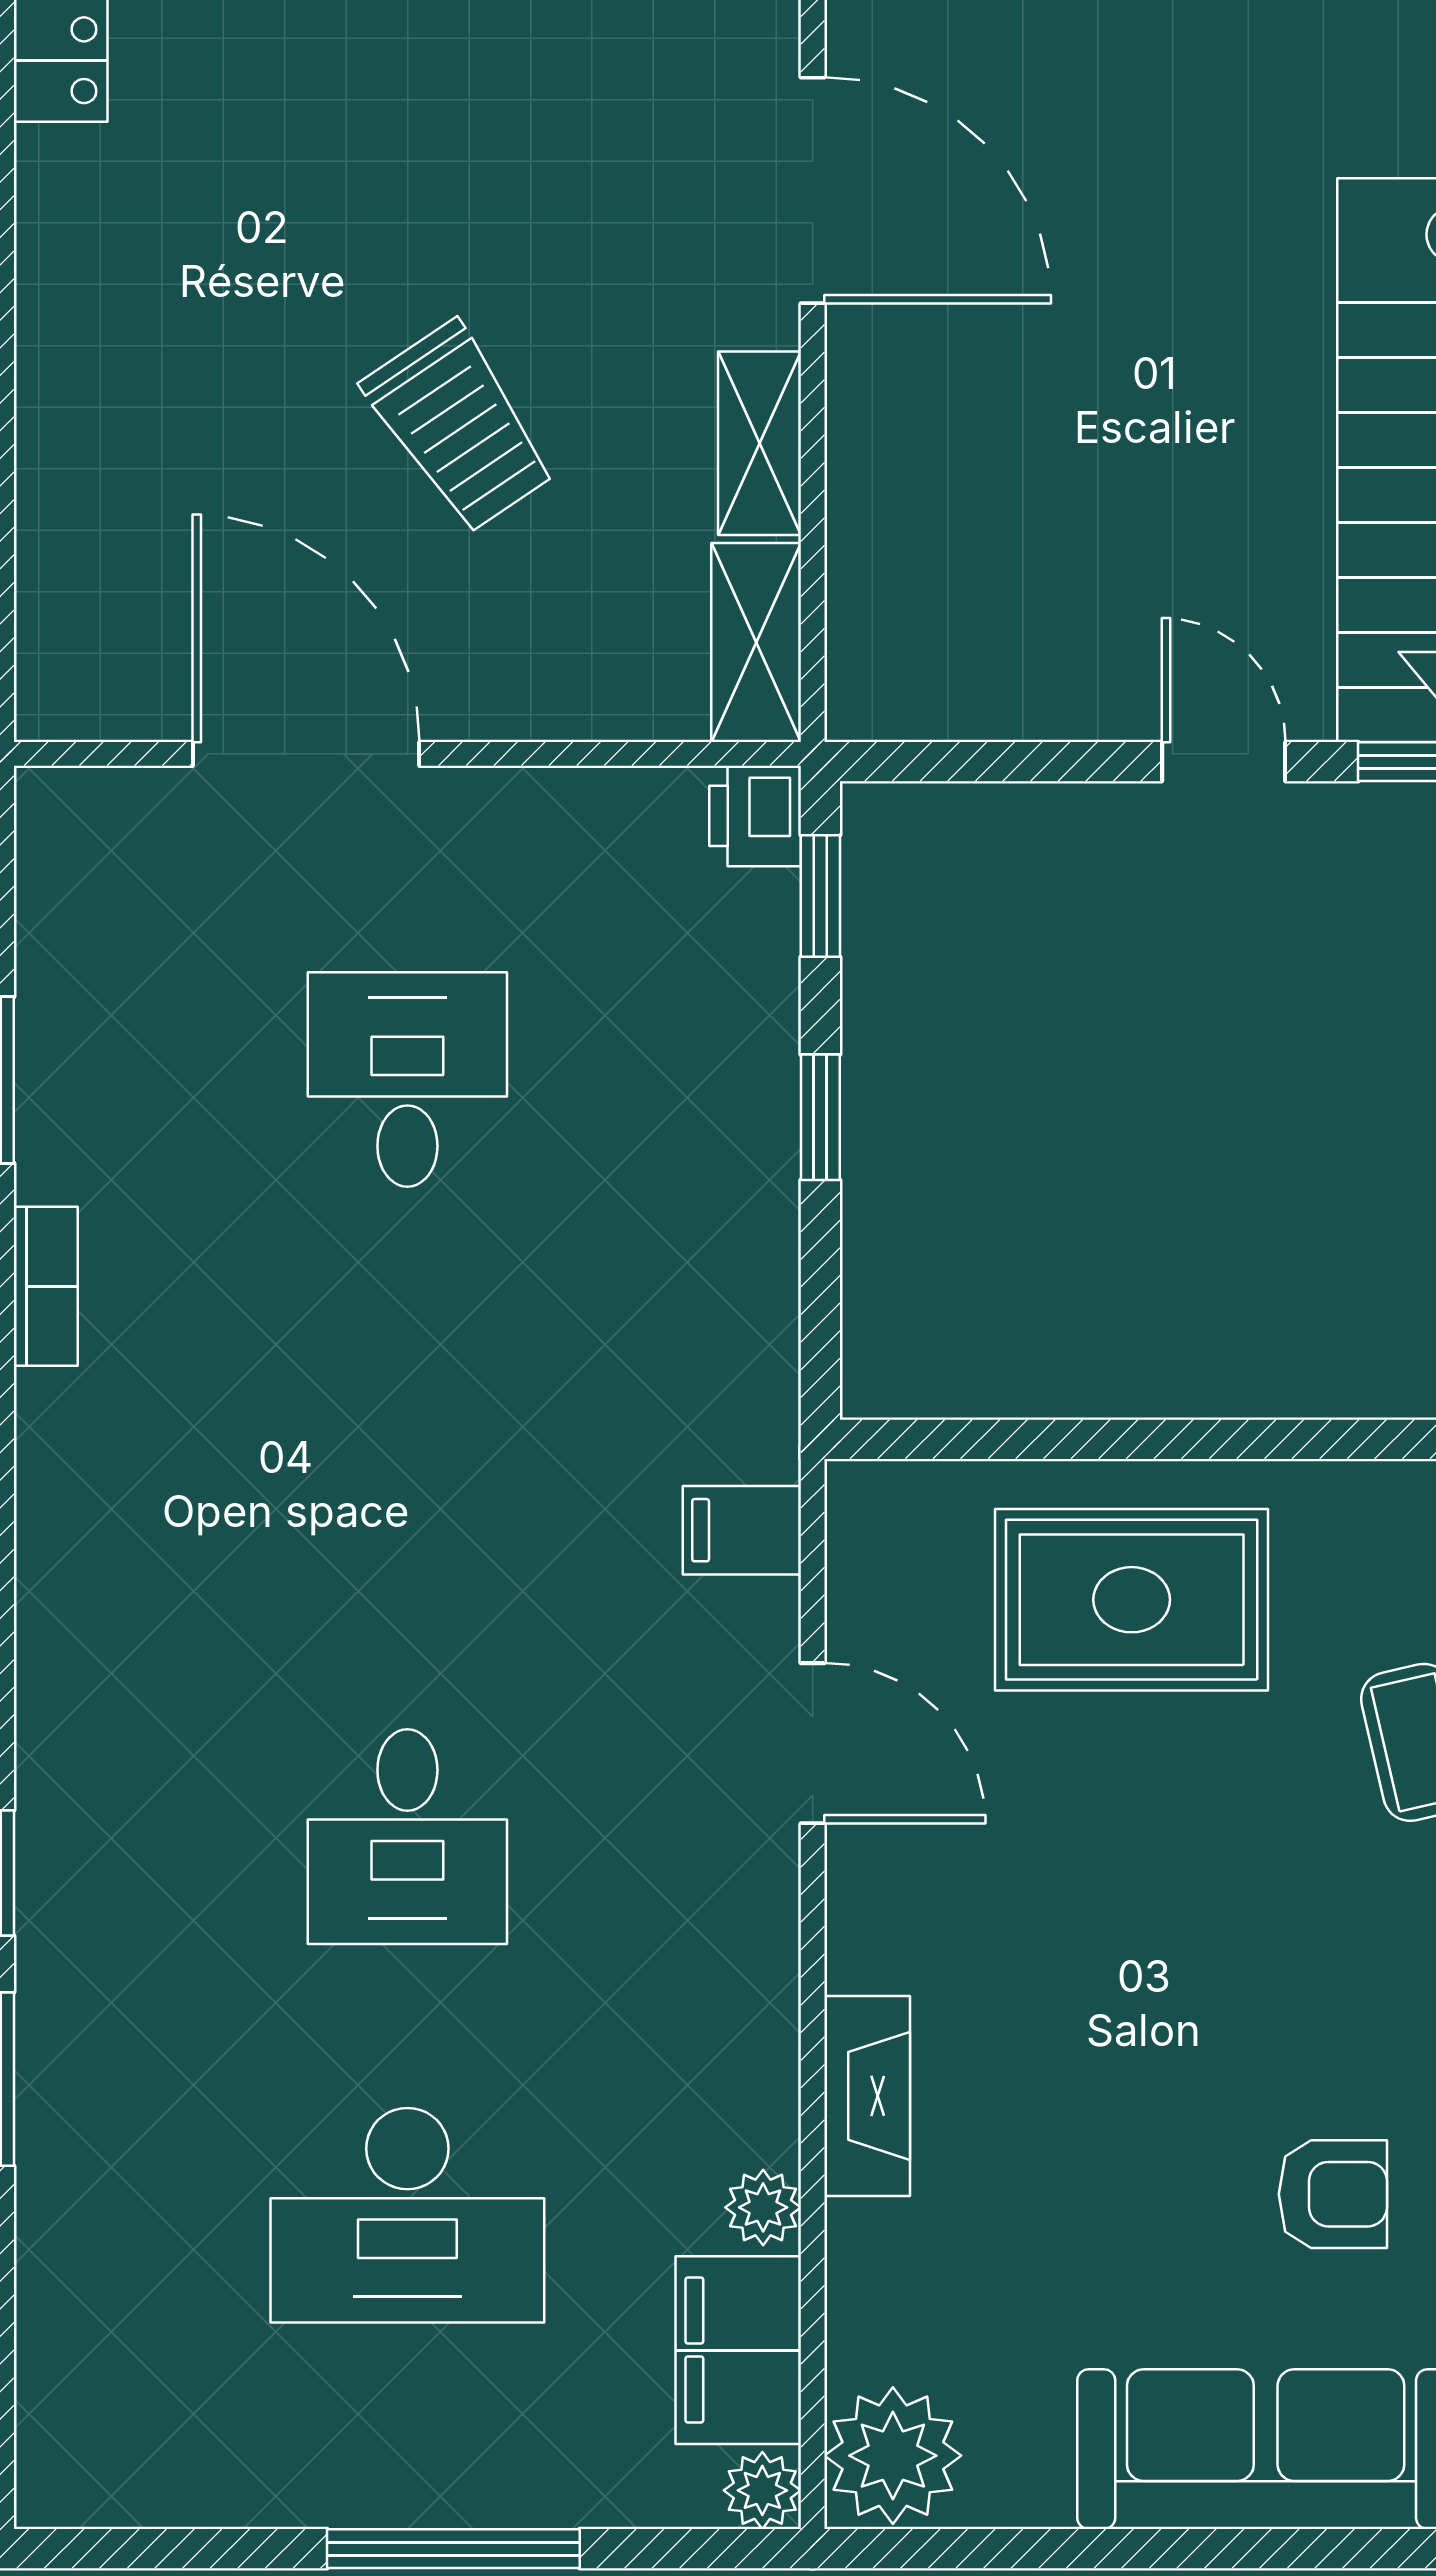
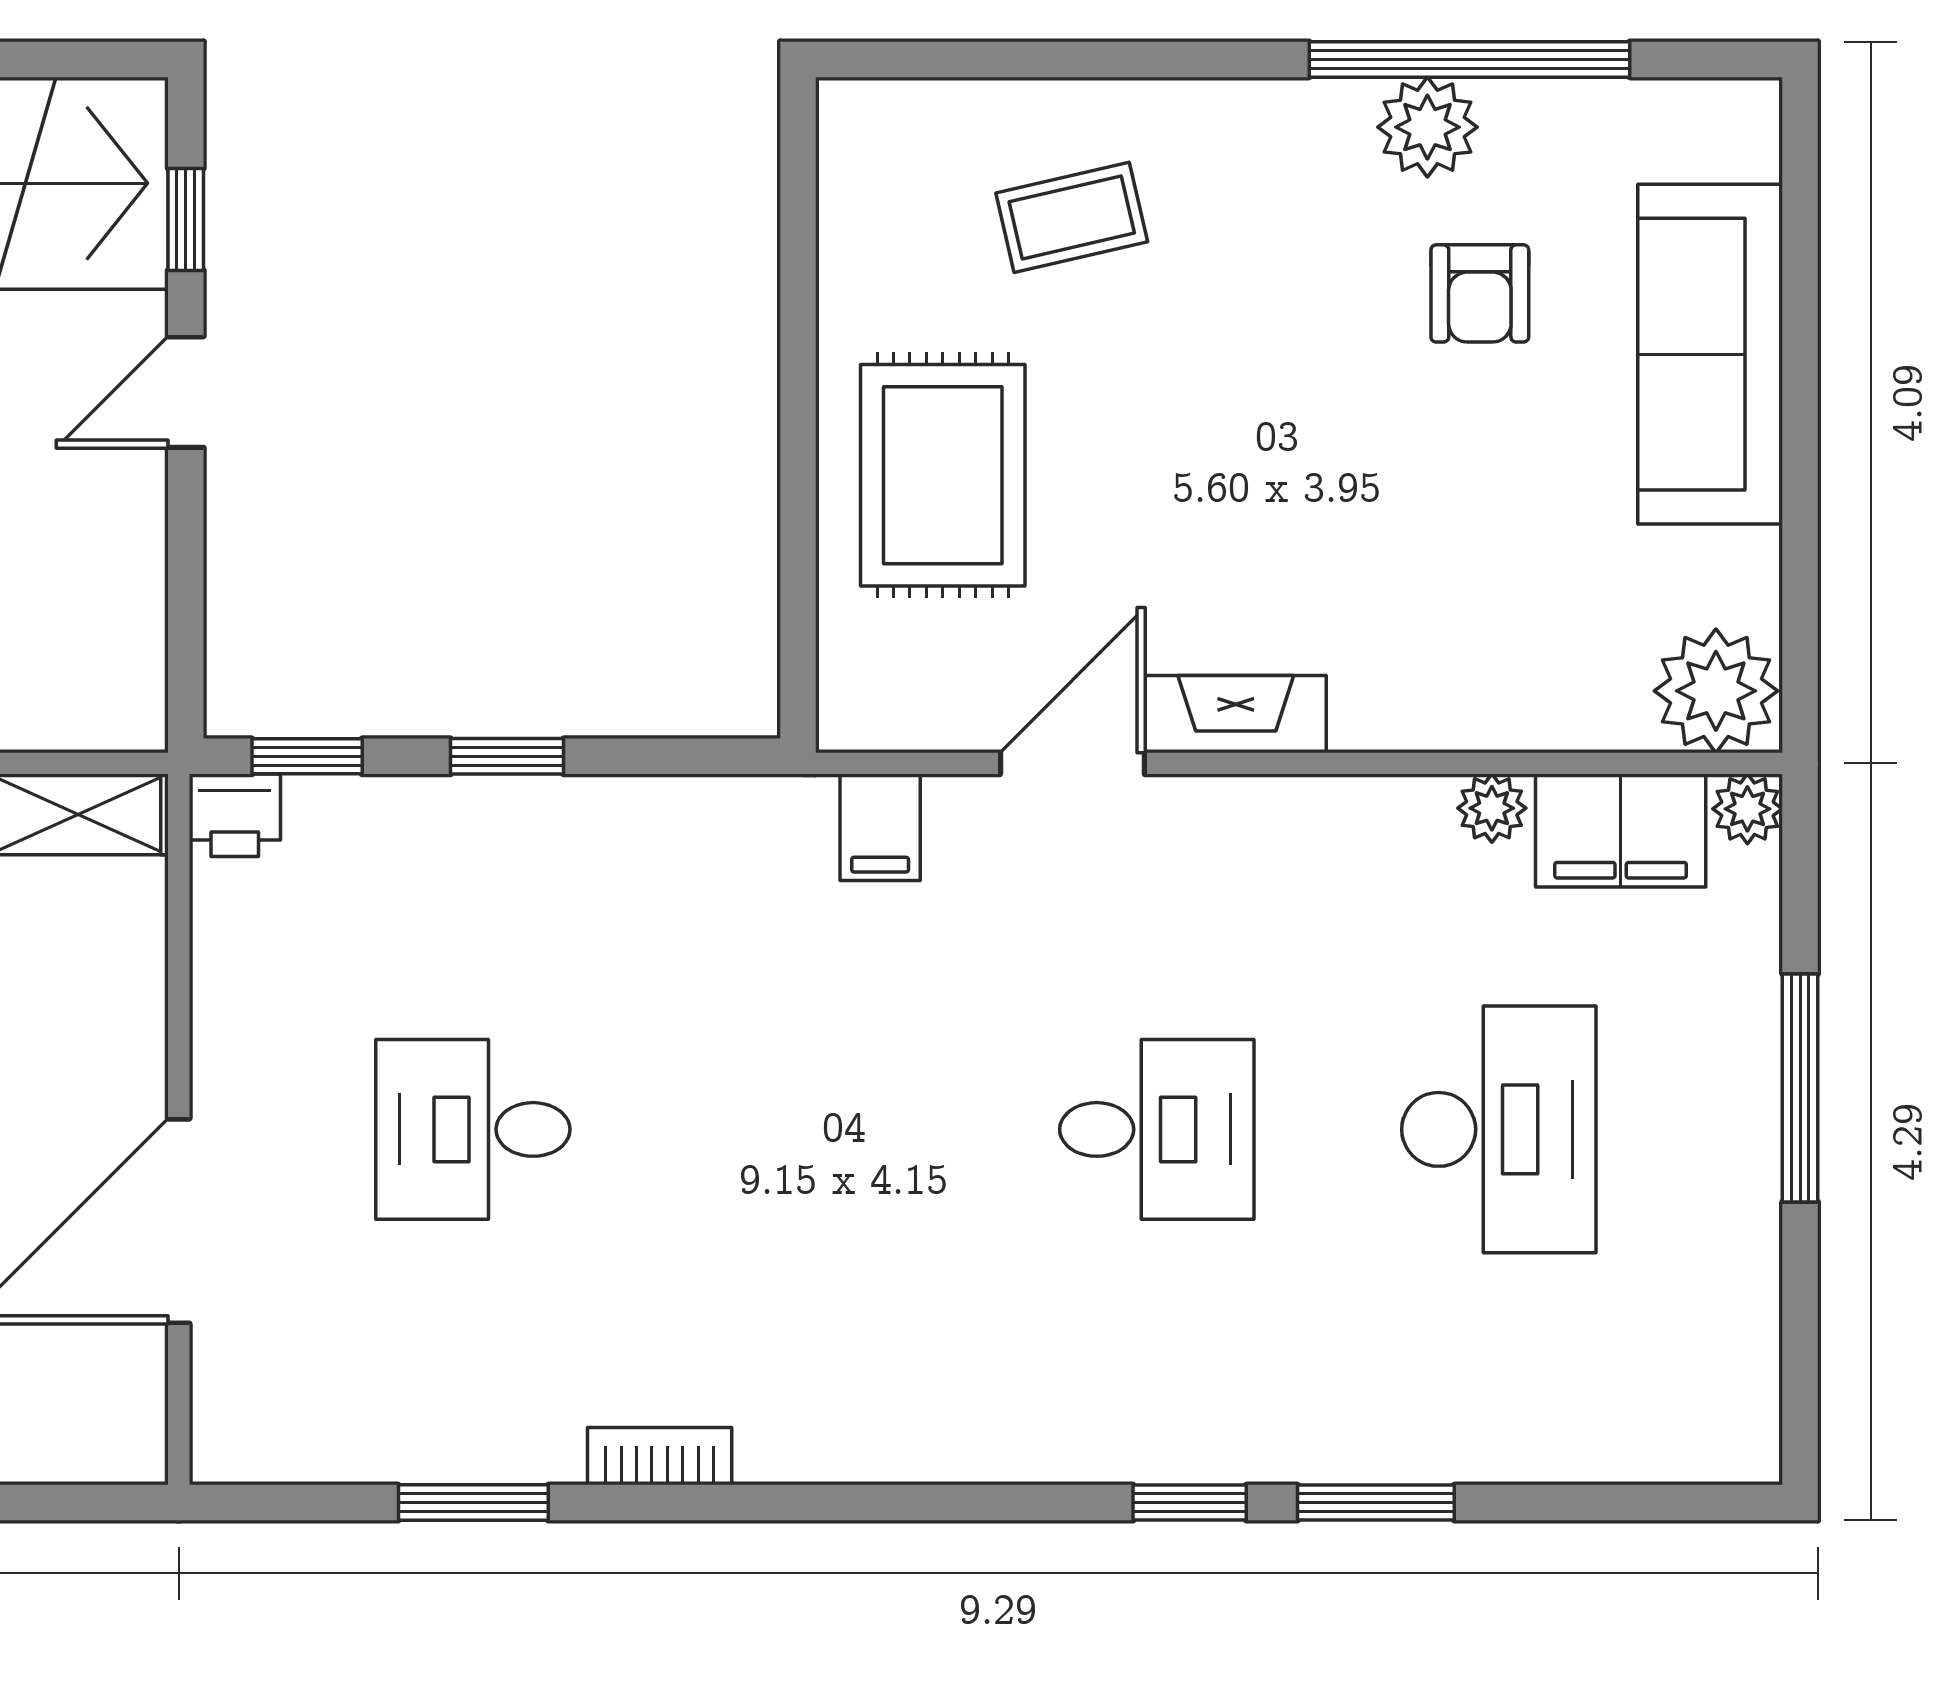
fireplace: (867, 2096) -> (1236, 714), moved
armchair: (1333, 2194) -> (1480, 293), turned 180

